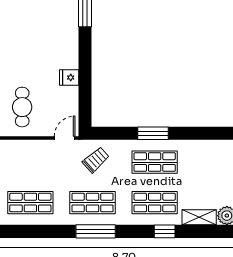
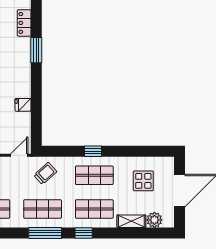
window: (153, 133) -> (93, 151), width x0.67
display table: (214, 169) -> (143, 181), added
window: (165, 231) -> (84, 233), moved

